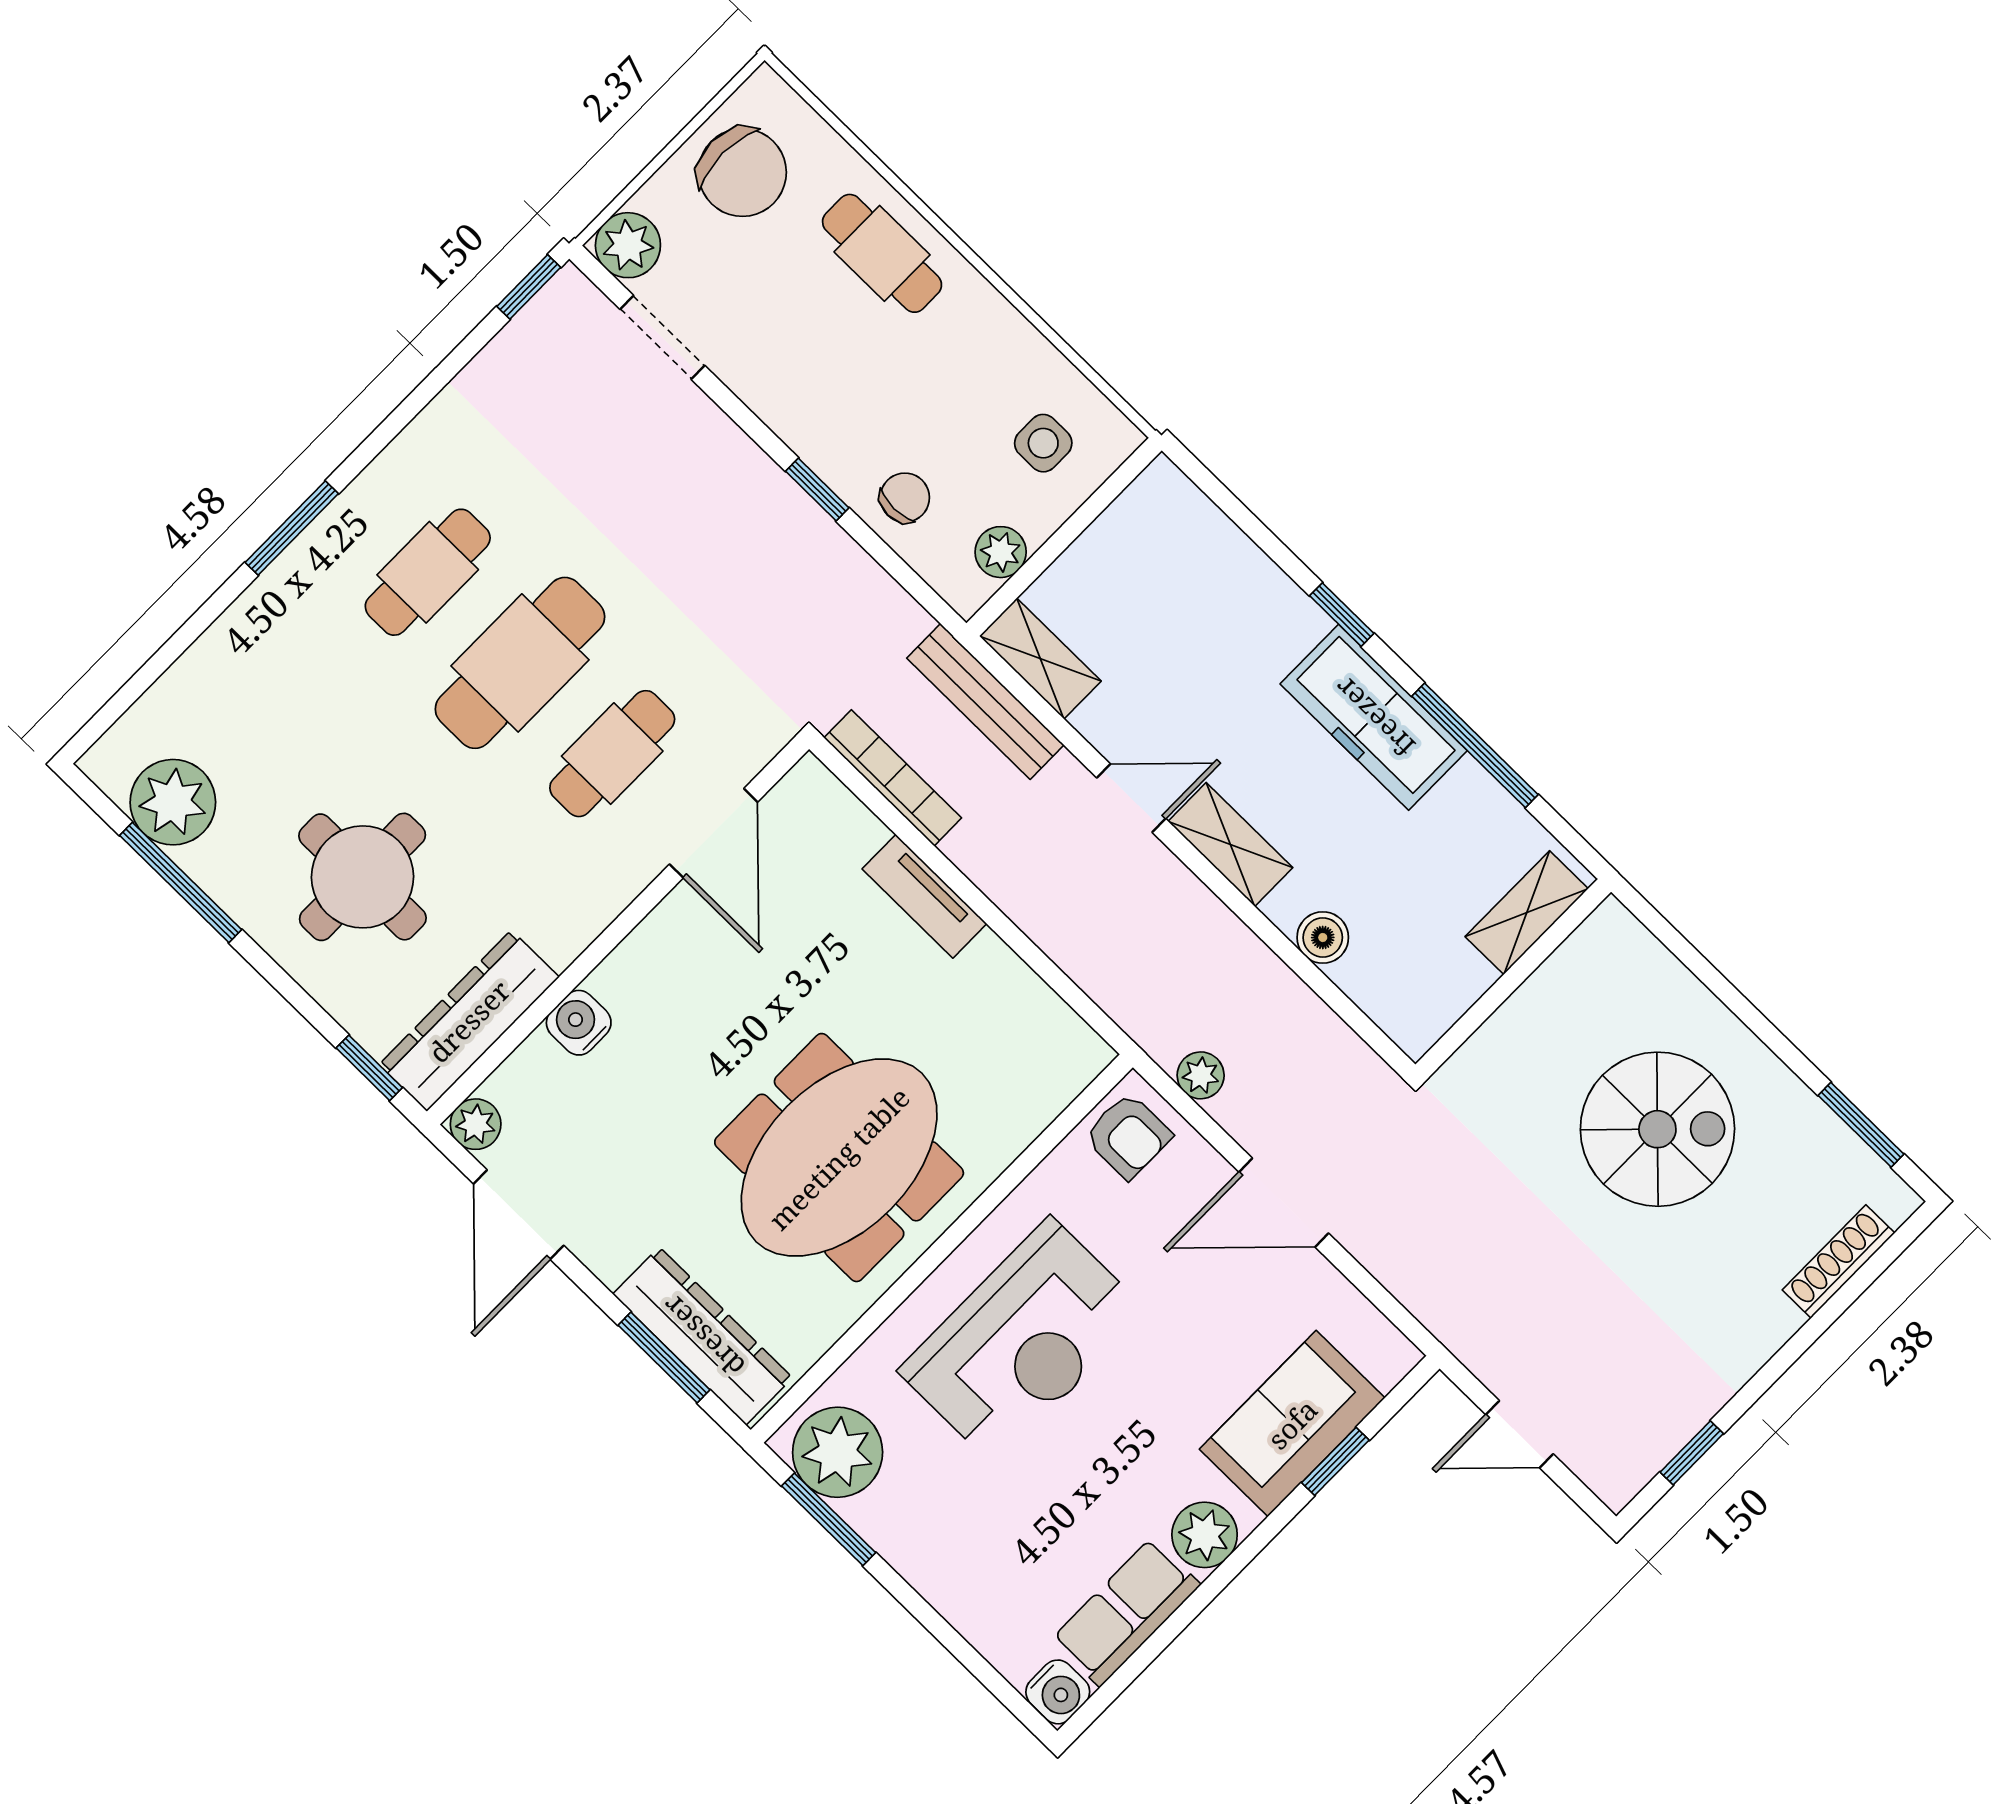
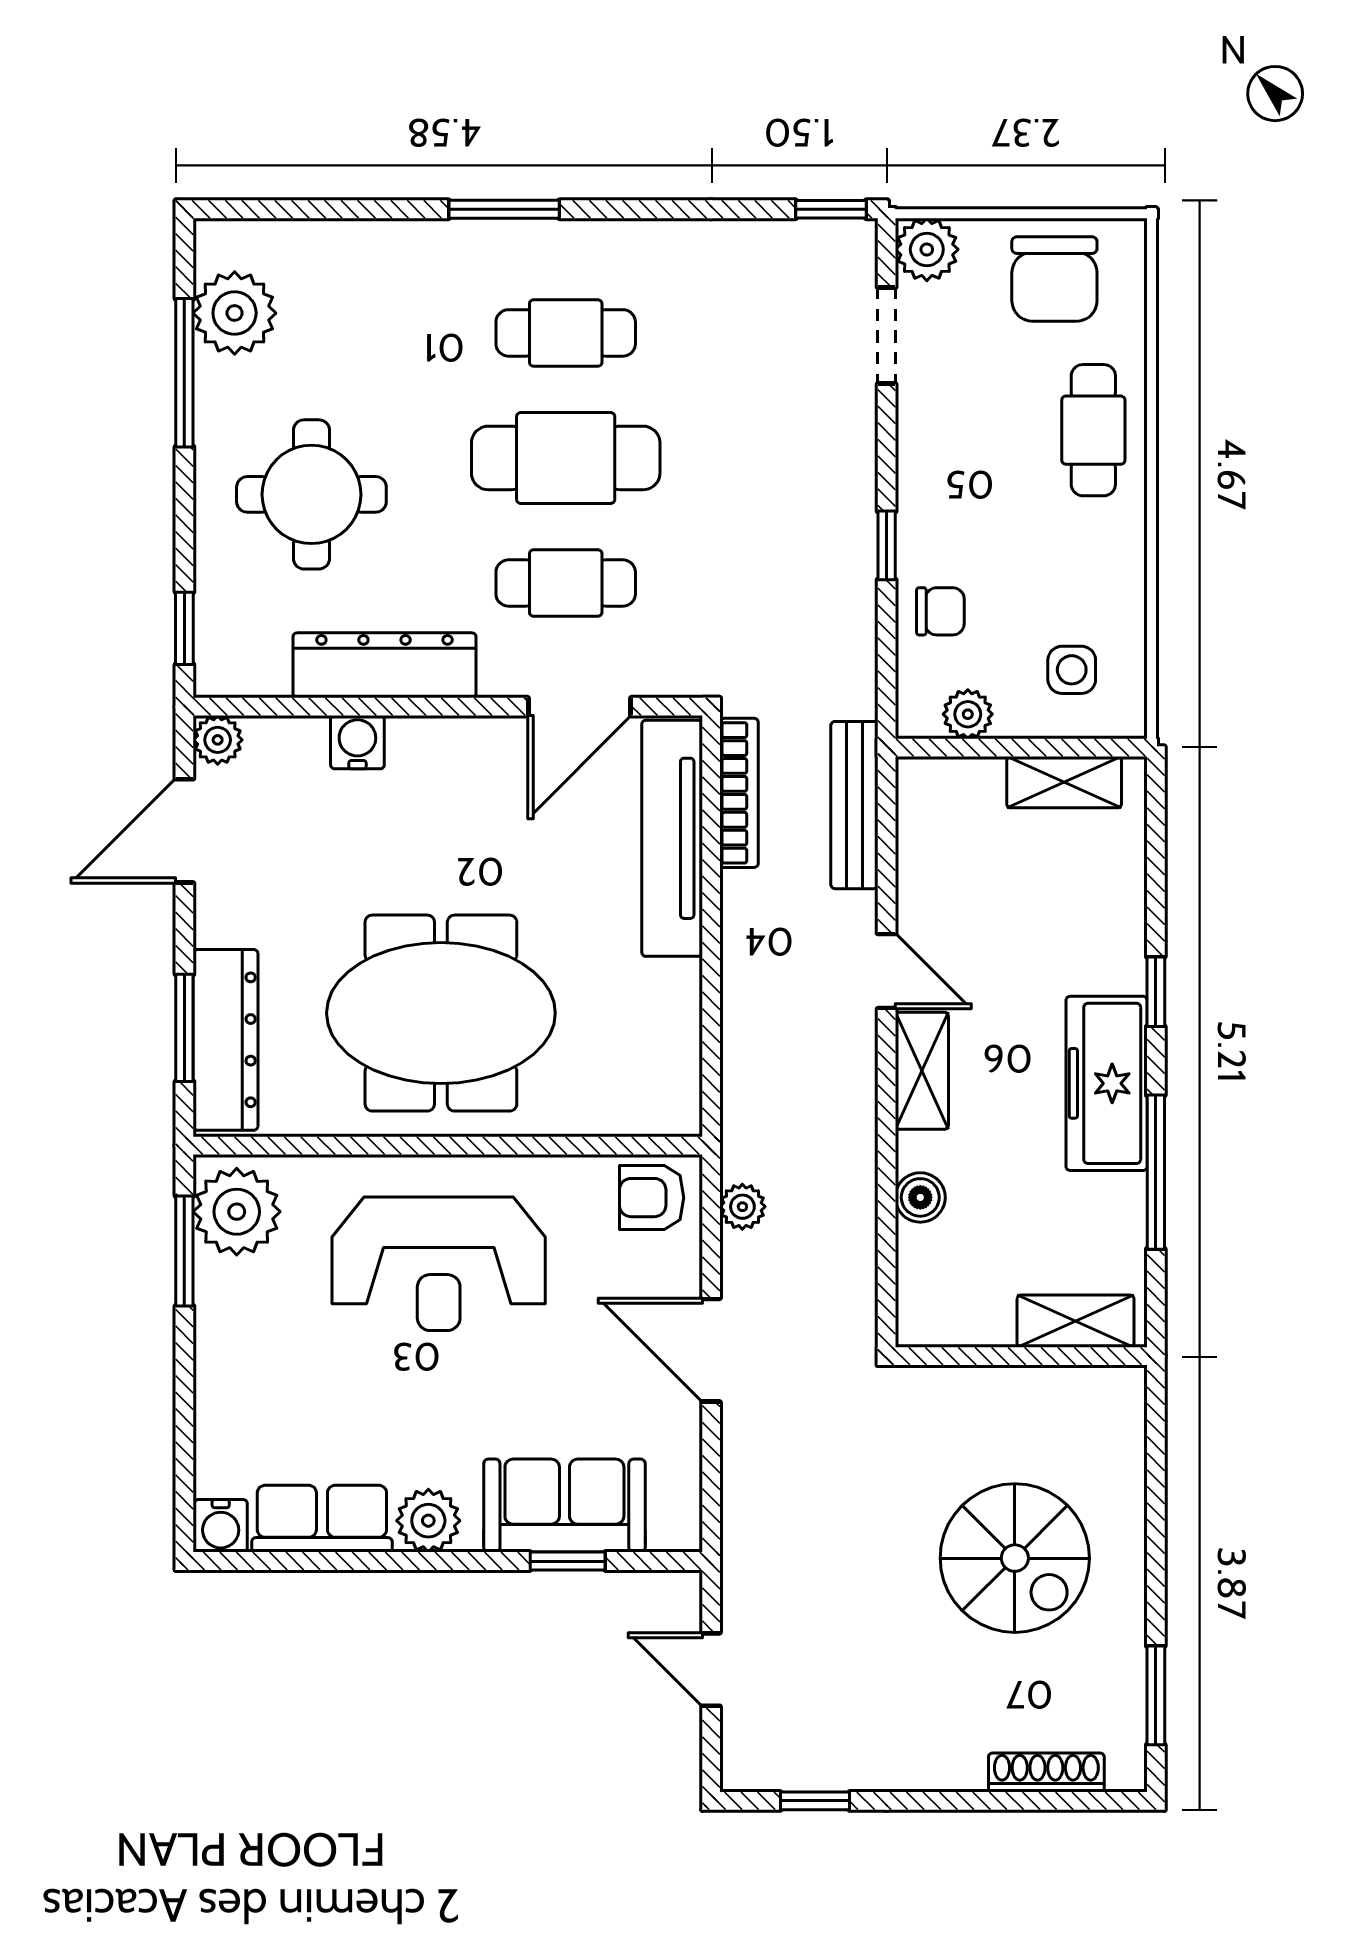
shelving: (1040, 659) -> (1064, 782), moved, turned 90
tv unit: (924, 896) -> (672, 838), width x1.92, depth x1.29
dresser: (469, 1021) -> (385, 665), moved
armchair: (1128, 1136) -> (652, 1198), turned 90

